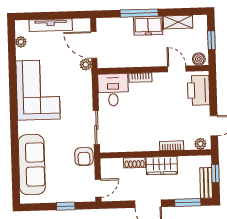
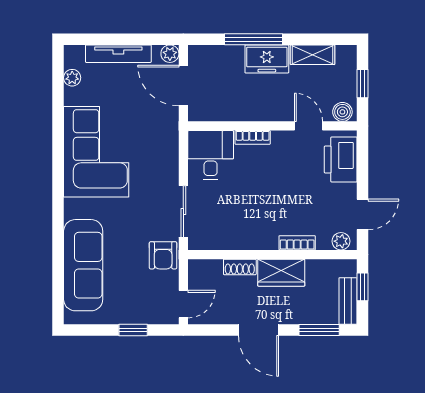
plant: (86, 64) -> (170, 54), moved

